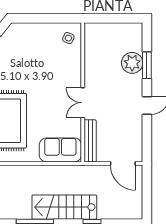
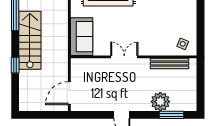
window: (147, 65) -> (171, 115), moved
bench: (90, 141) -> (170, 64), moved

